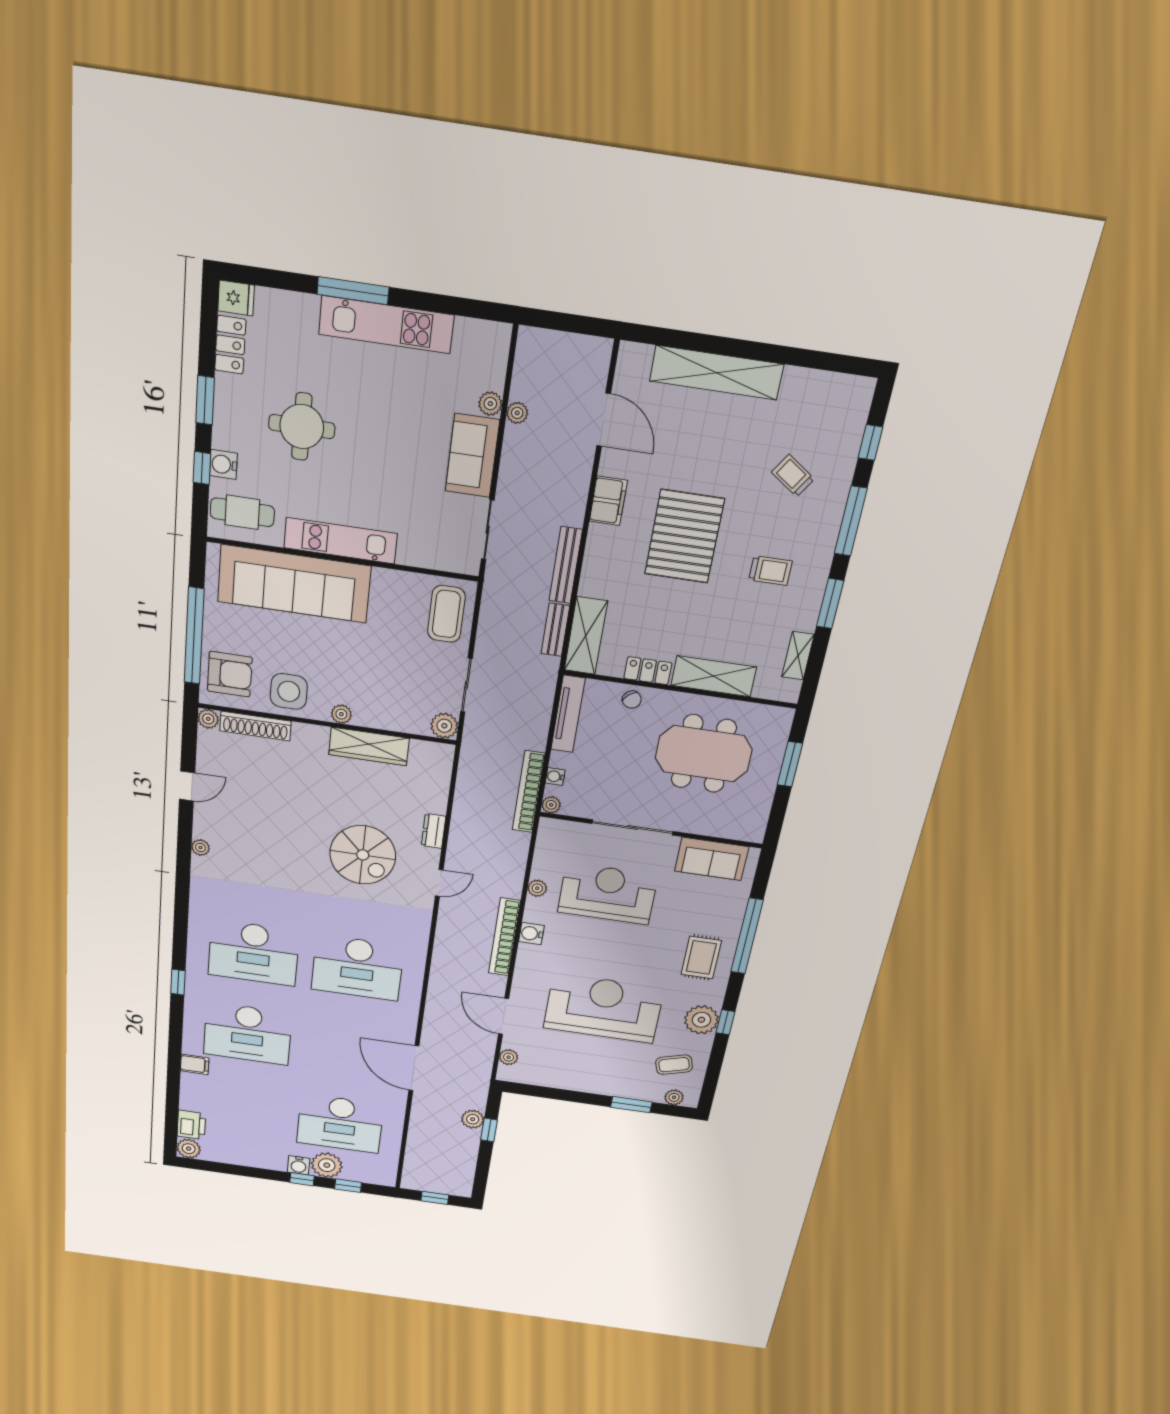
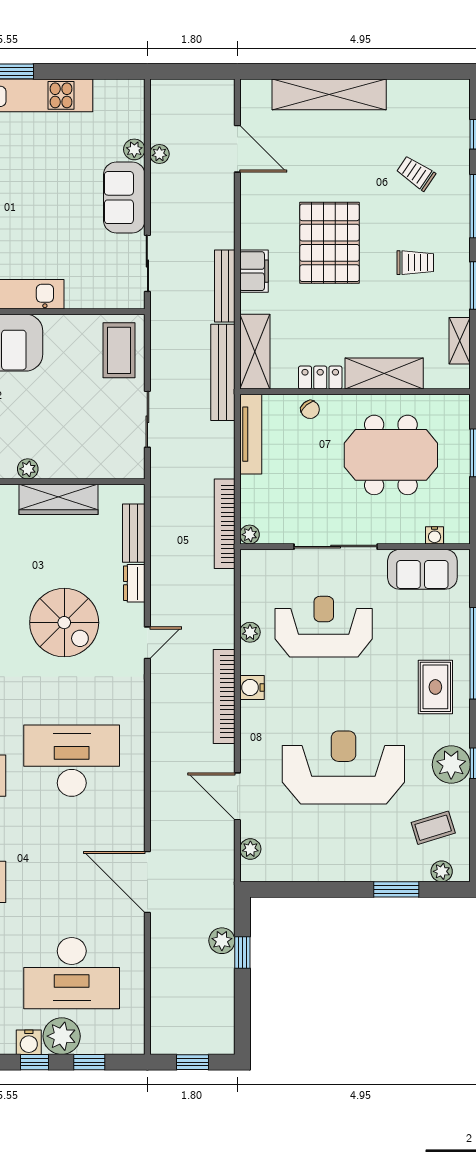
filing cabinet: (608, 501) -> (254, 271), moved
bench: (555, 630) -> (223, 372), width x1.86, depth x1.21
plant: (444, 726) -> (131, 465), removed
water cooler: (555, 777) -> (435, 535), moved, turned -90
bench: (439, 787) -> (134, 533), added
desk: (357, 968) -> (72, 761), turned 180

